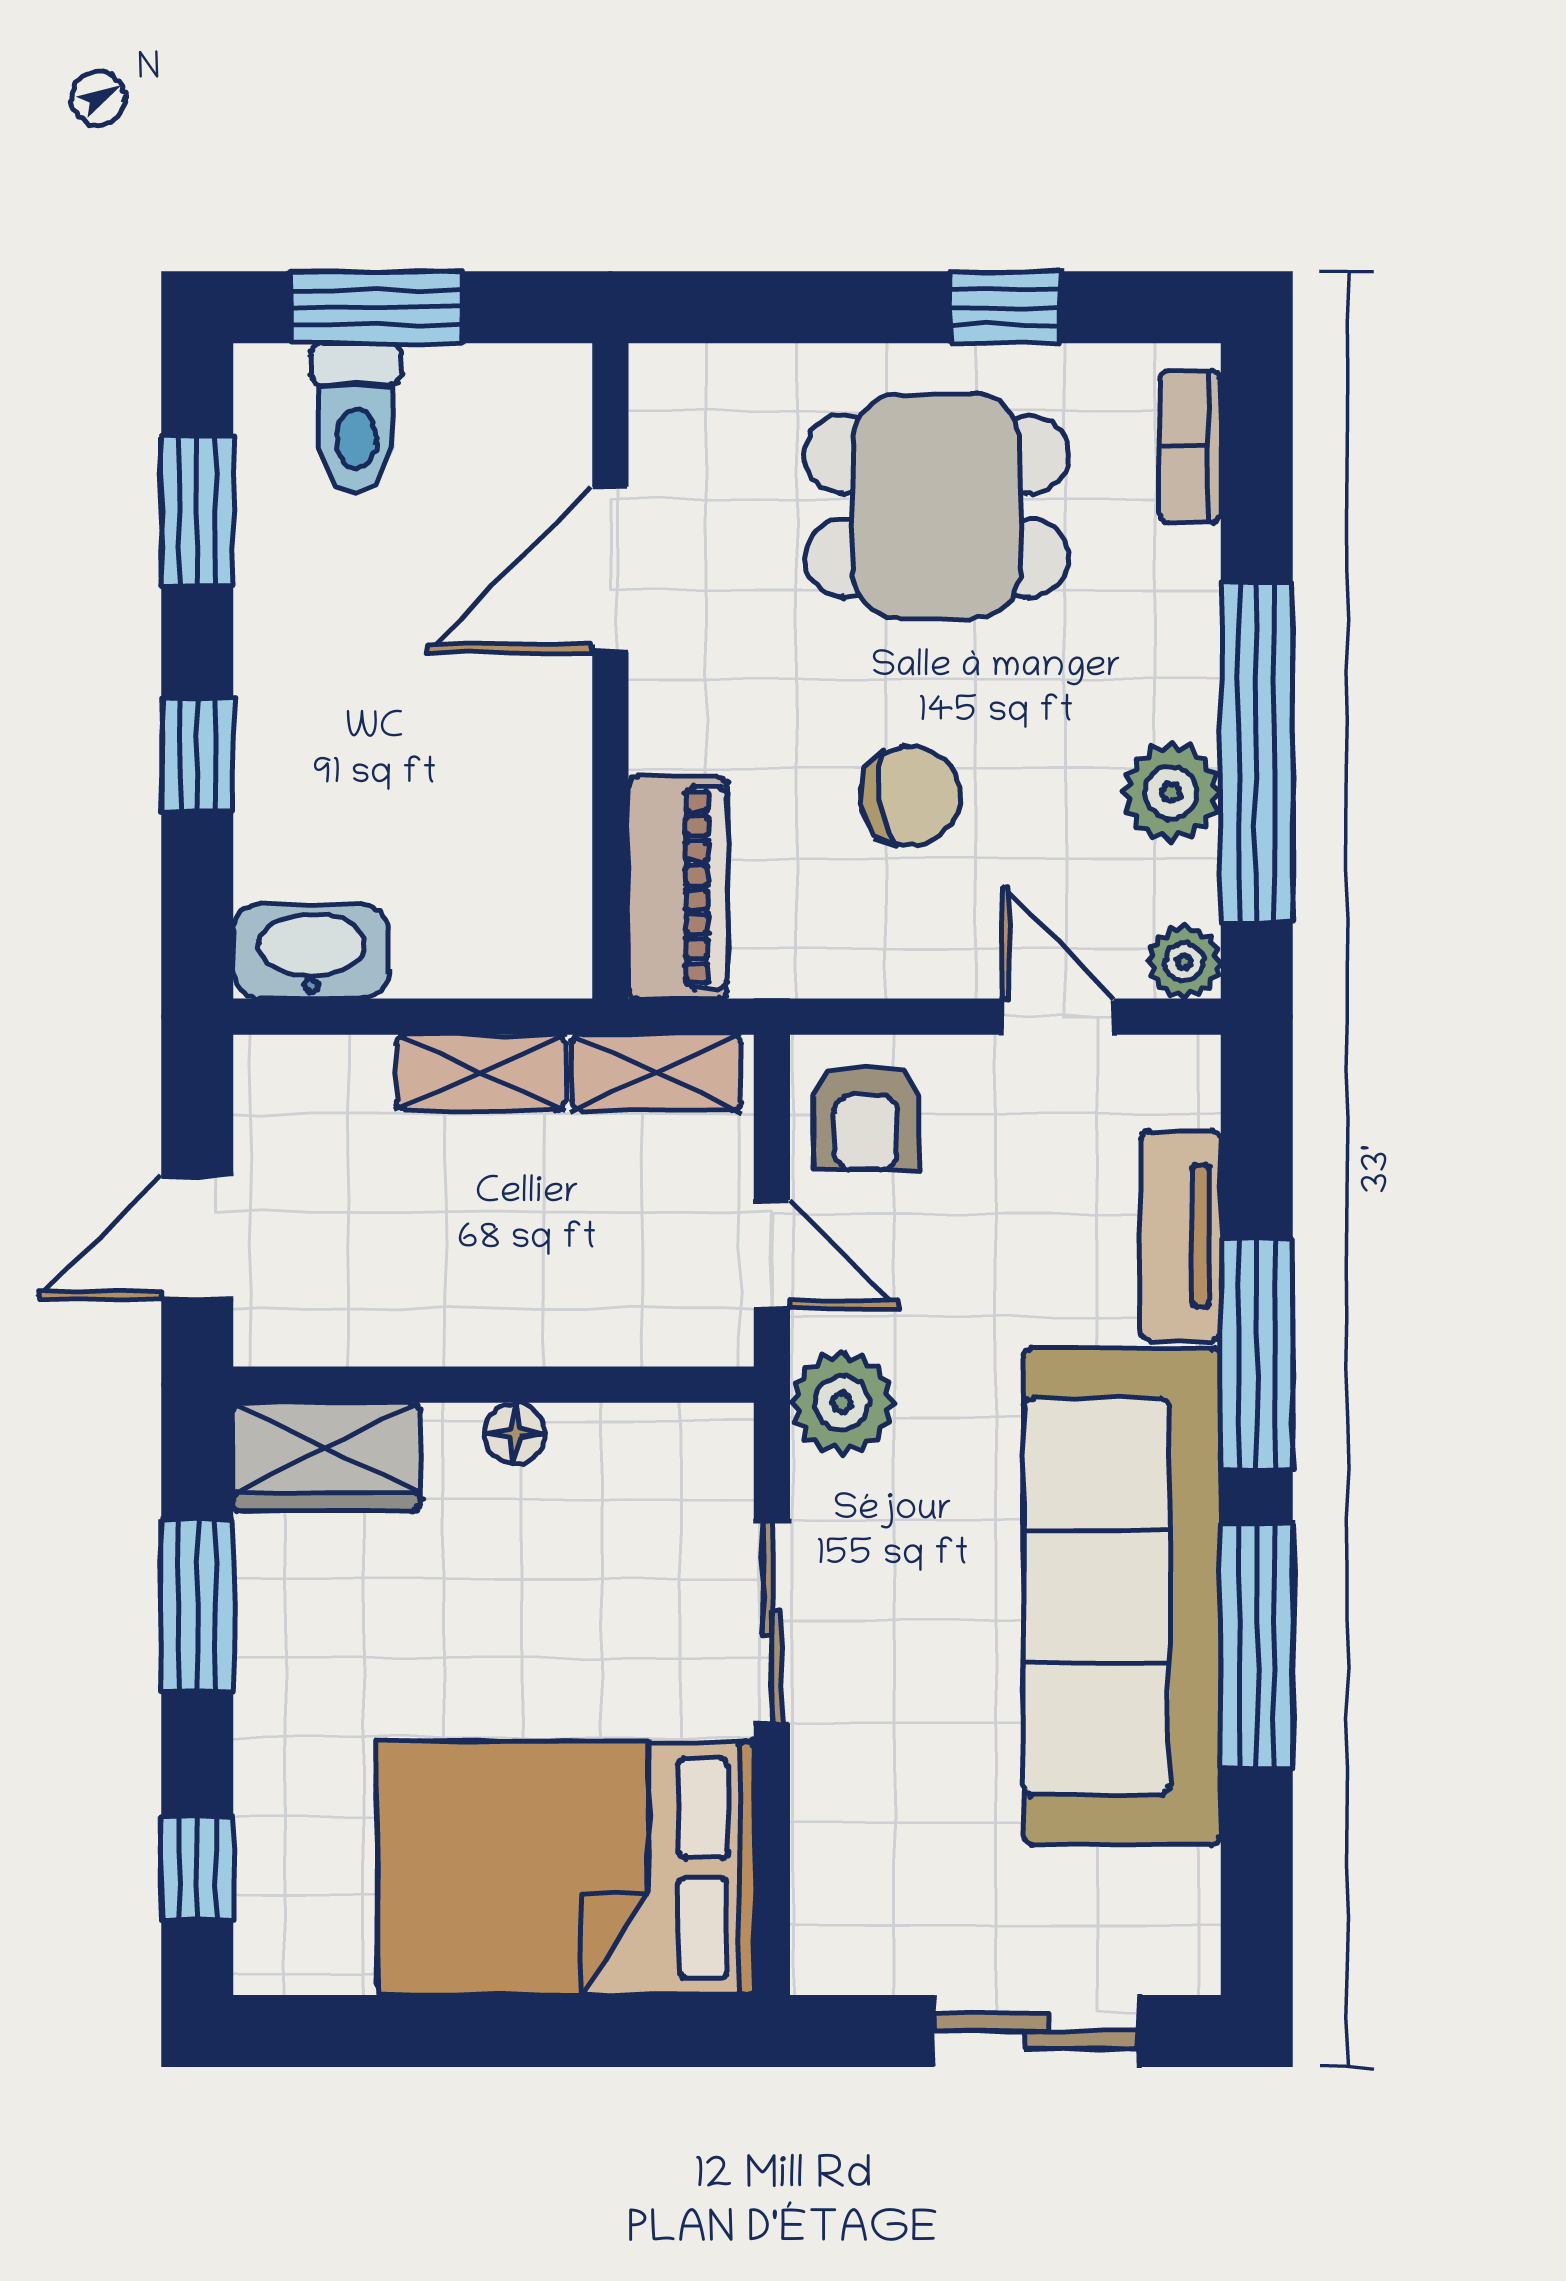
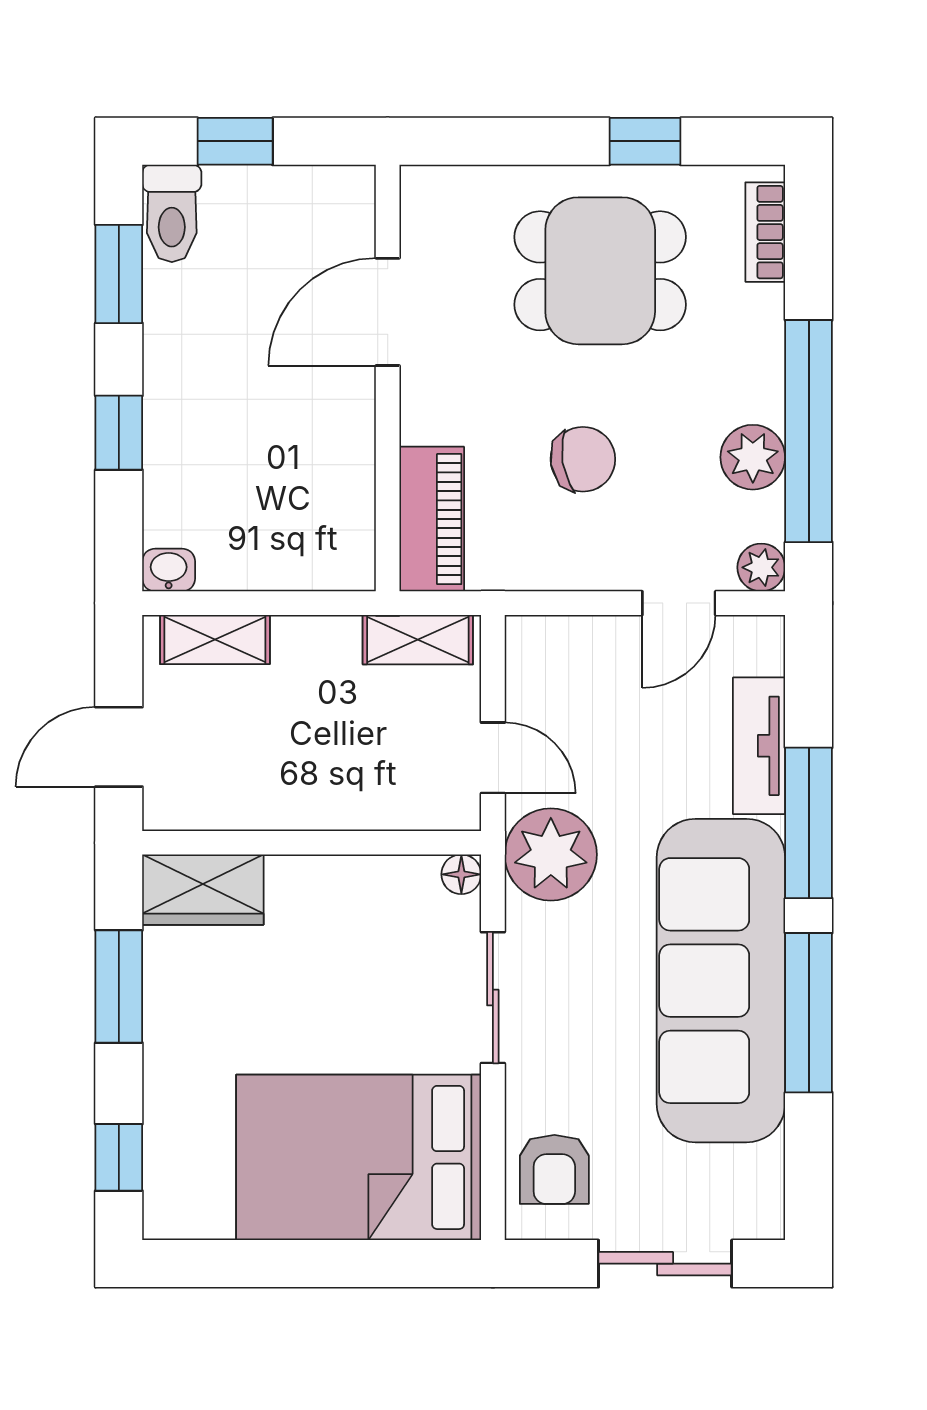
window: (376, 307) -> (235, 141), width x0.67
toilet: (356, 418) -> (172, 213), moved
washbasin: (311, 951) -> (169, 570), width x0.52, depth x0.69
door: (1058, 1017) -> (679, 603), swing flipped
shelving: (480, 1072) -> (215, 639), moved
armchair: (866, 1118) -> (554, 1169), moved
plant: (842, 1403) -> (551, 855), width x1.36, depth x1.36
floor lamp: (515, 1433) -> (461, 874), moved

